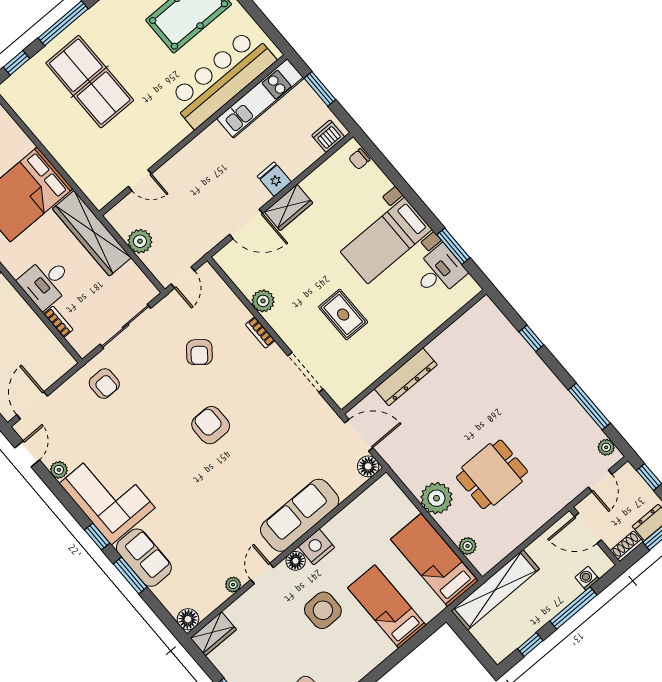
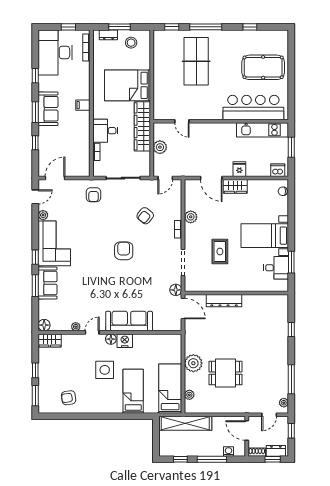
floor lamp: (368, 466) -> (176, 290), moved

